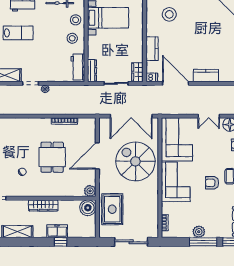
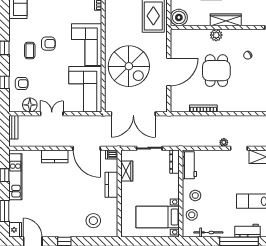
wardrobe: (137, 72) -> (127, 171), moved
double door: (131, 116) -> (133, 114), swing flipped
plant: (90, 191) -> (216, 35), moved

